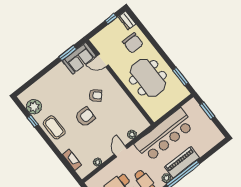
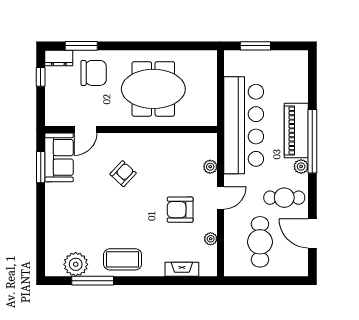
window: (180, 77) -> (81, 46), moved
armchair: (85, 117) -> (180, 210), moved, turned -90
window: (33, 121) -> (93, 281), width x2.17
door: (121, 151) -> (220, 198), swing flipped

